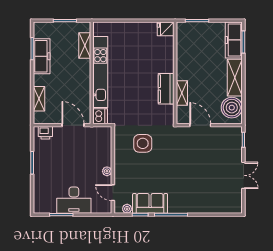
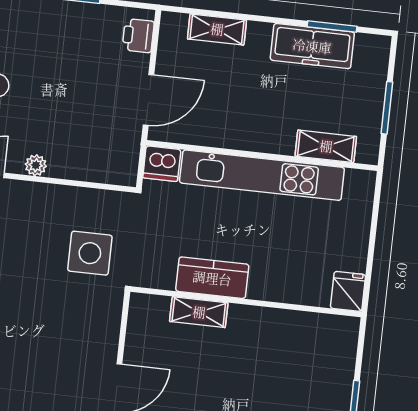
fridge: (166, 29) -> (348, 291), moved
wall: (175, 73) -> (246, 302), moved
kitchen counter: (166, 89) -> (212, 278), moved
shelving: (182, 93) -> (199, 312), moved

